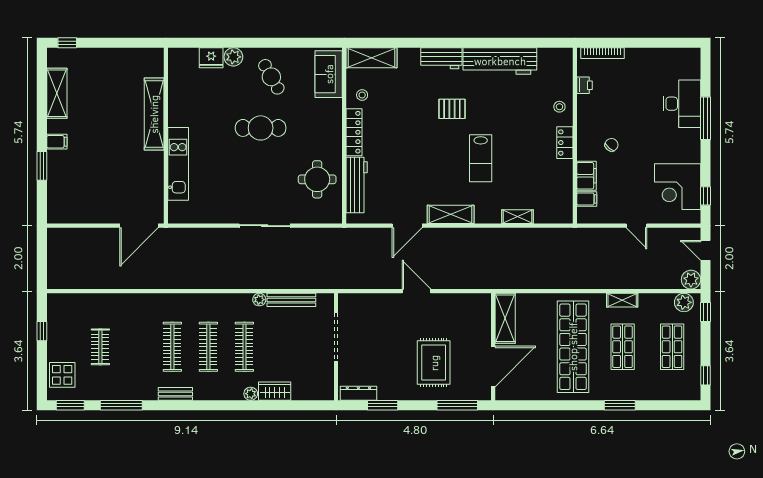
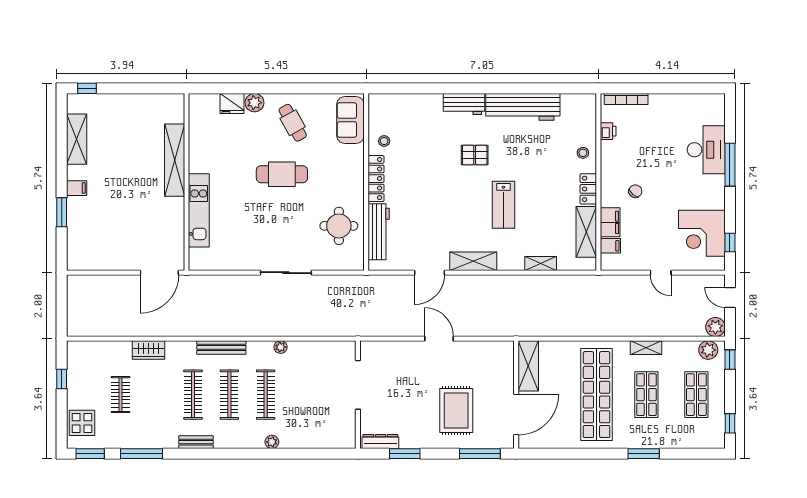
shelving: (372, 58) -> (586, 232), moved, turned 90
bench: (291, 300) -> (221, 347), moved
wardrobe: (275, 391) -> (148, 350), moved, turned 180

